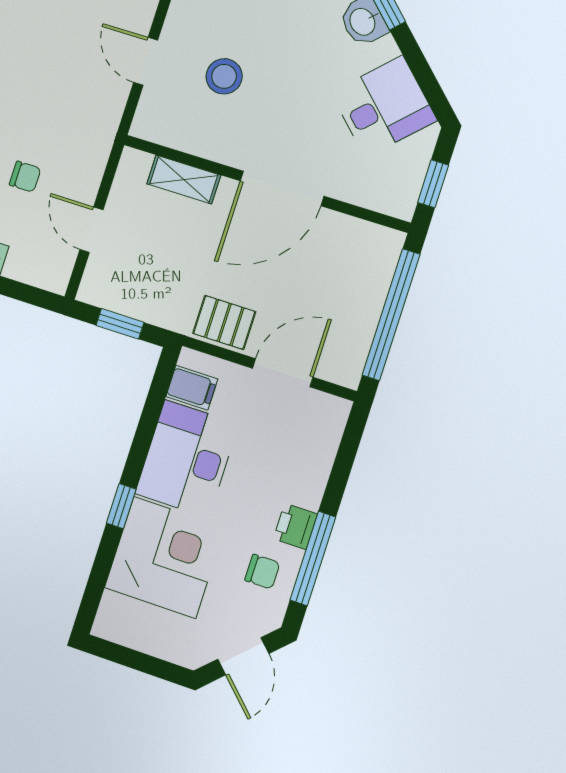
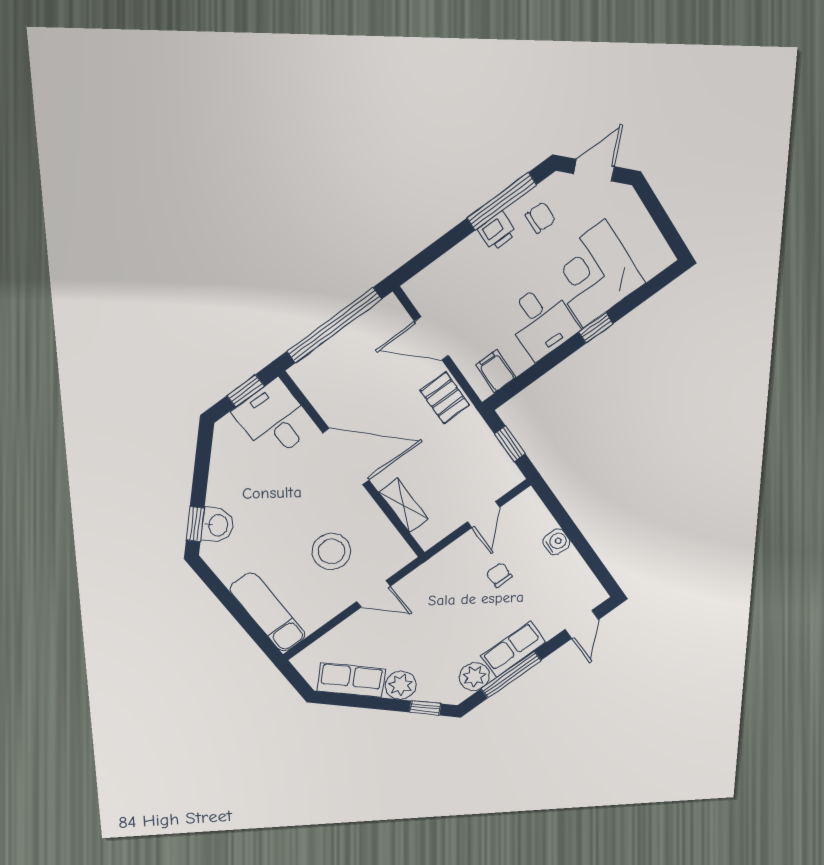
door: (146, 61) -> (374, 594), hinge flipped
stool: (224, 76) -> (331, 551), width x1.38, depth x1.38
desk: (384, 106) -> (274, 419), moved, turned 45
desk: (187, 459) -> (542, 321), width x0.73
chair: (262, 572) -> (540, 217), turned 90

